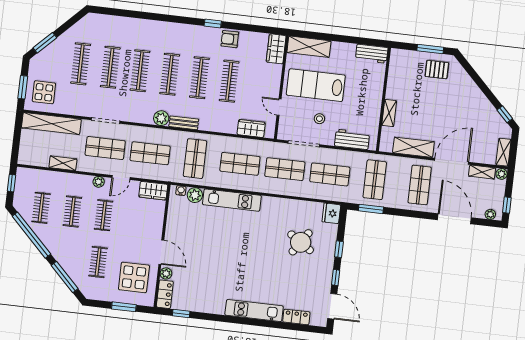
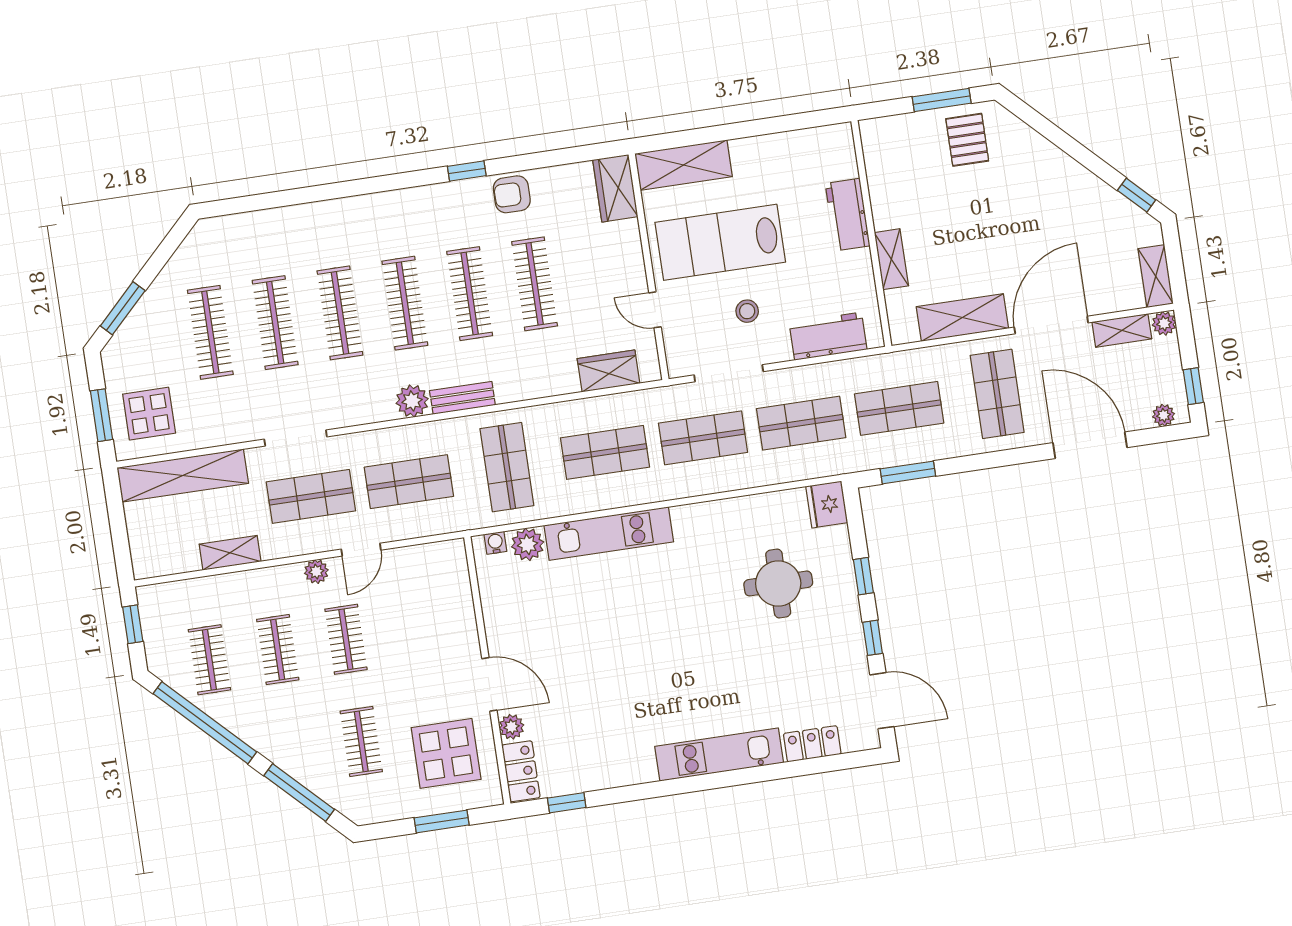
workbench: (372, 54) -> (848, 215), moved, turned 90
pallet: (437, 70) -> (967, 140), turned 90
shop shelf: (375, 180) -> (899, 408), turned 90
wardrobe: (153, 191) -> (437, 559), removed
round table: (301, 242) -> (778, 583), turned -34

